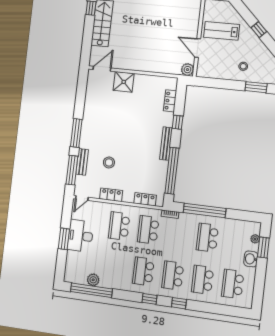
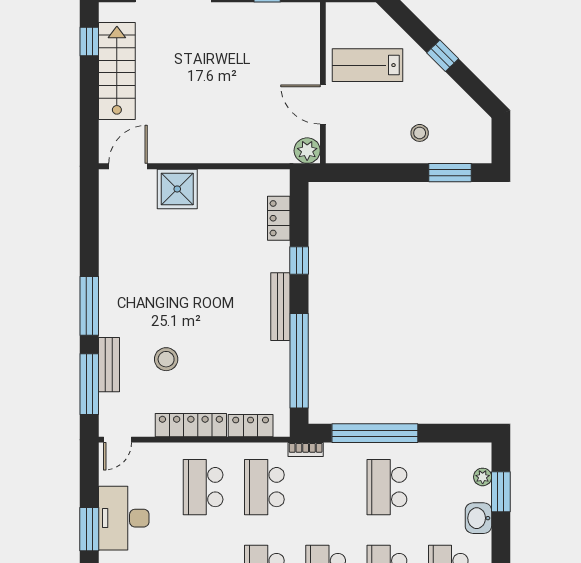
locker: (111, 195) -> (191, 425), width x1.53

